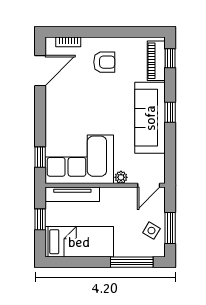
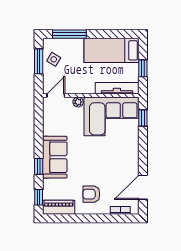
piano: (156, 61) -> (59, 207), moved, turned -90
window: (170, 112) -> (39, 166), moved
sofa: (150, 118) -> (55, 157), width x0.73

